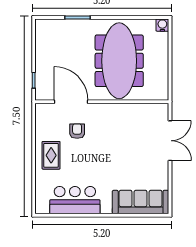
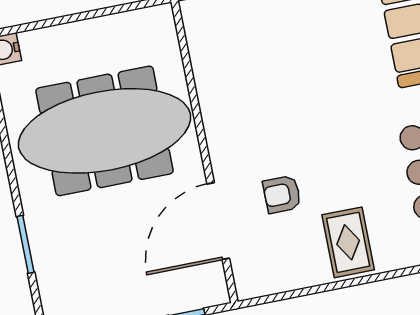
rug: (51, 155) -> (348, 242), turned 90

